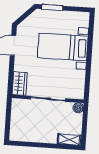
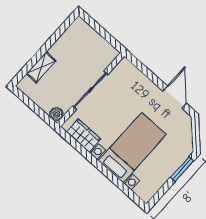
wardrobe: (20, 83) -> (84, 136), moved, turned 180
shelving: (69, 139) -> (41, 67), moved

